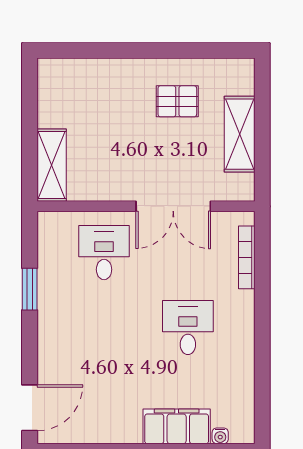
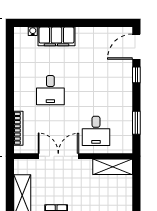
shelving: (52, 165) -> (113, 167), moved, turned 90
window: (30, 289) -> (136, 123), moved
window: (30, 356) -> (136, 75), added

